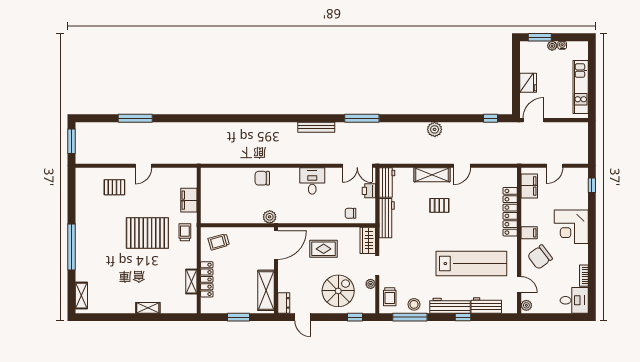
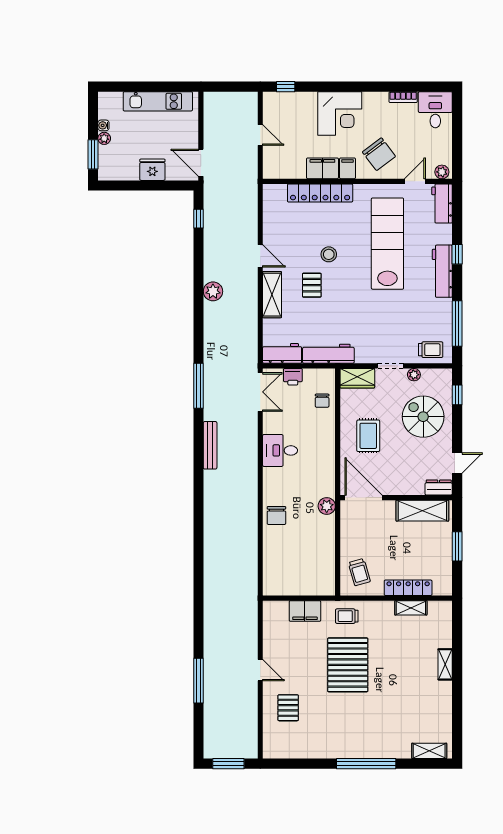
filing cabinet: (529, 186) -> (322, 168), moved
stool: (414, 304) -> (329, 254), moved
workbench: (486, 305) -> (442, 203), moved

